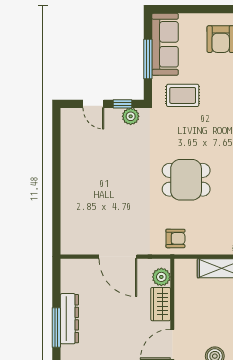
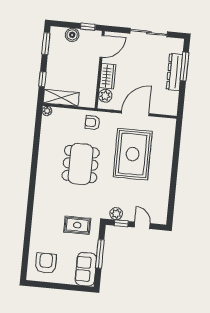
sofa: (165, 44) -> (86, 269), width x0.73
dining table: (186, 180) -> (81, 164), width x1.38
rug: (116, 200) -> (133, 154), added
door: (118, 257) -> (135, 113), hinge flipped

